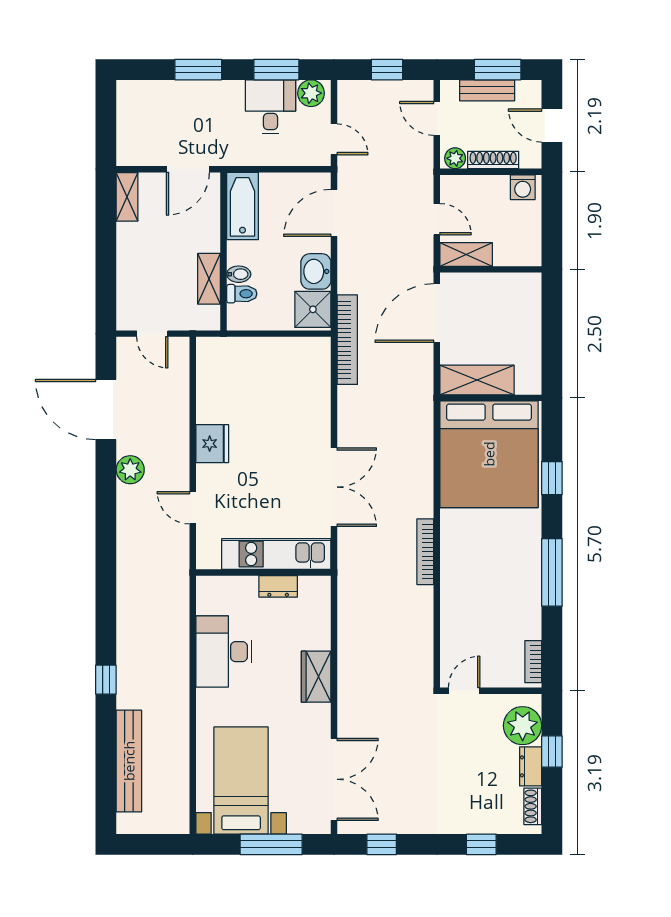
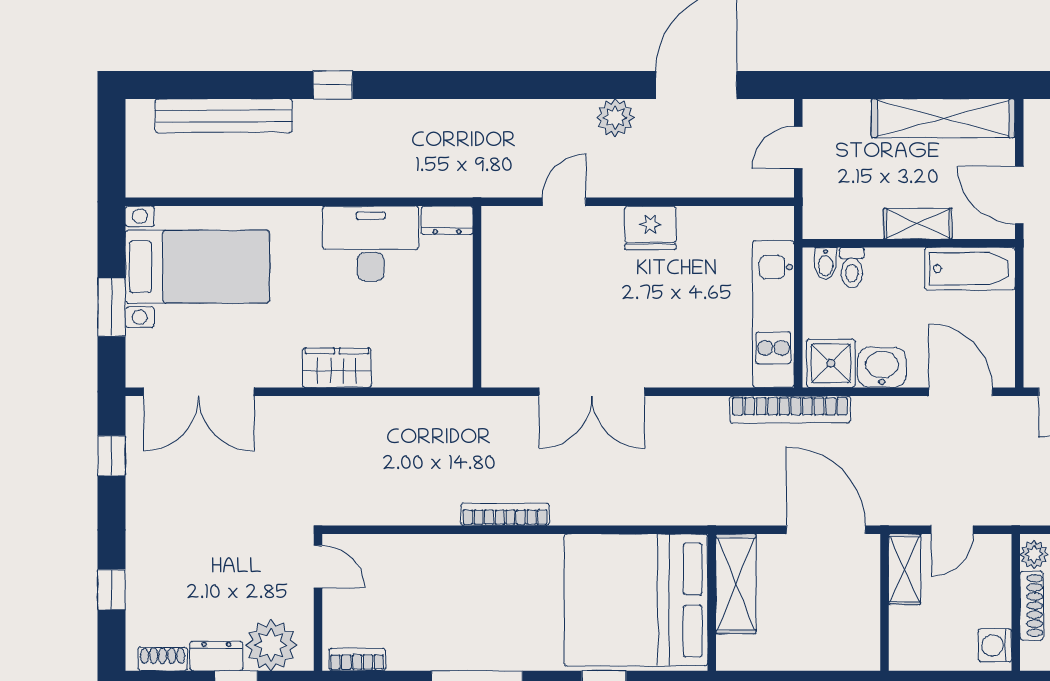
shelving: (127, 197) -> (943, 118), width x2.20, depth x1.33
bidet: (239, 274) -> (826, 264), moved
shelving: (209, 279) -> (918, 224), moved
kitchen unit: (276, 554) -> (773, 314), moved, turned 180
dresser: (278, 586) -> (447, 220), moved, turned -90
window: (271, 844) -> (112, 307), width x0.69

